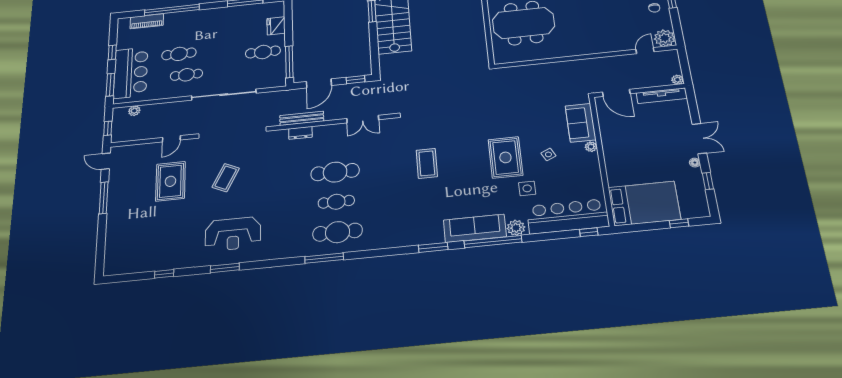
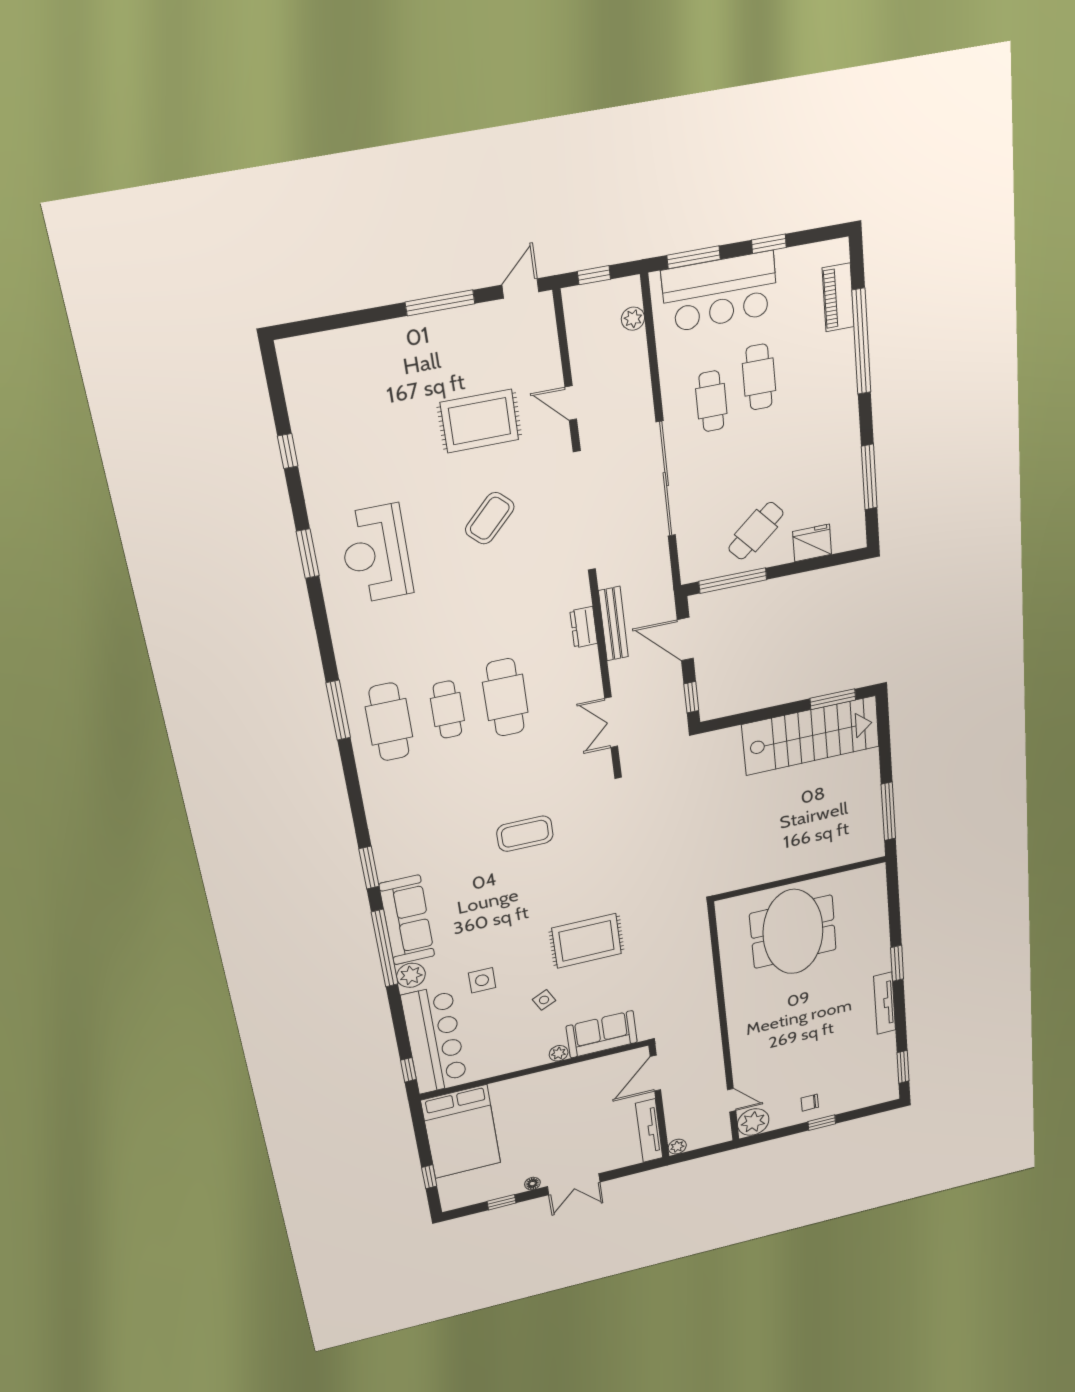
cafe table: (263, 52) -> (756, 531), turned 49
rug: (505, 157) -> (587, 941), moved
coffee table: (226, 178) -> (490, 518), turned -72

